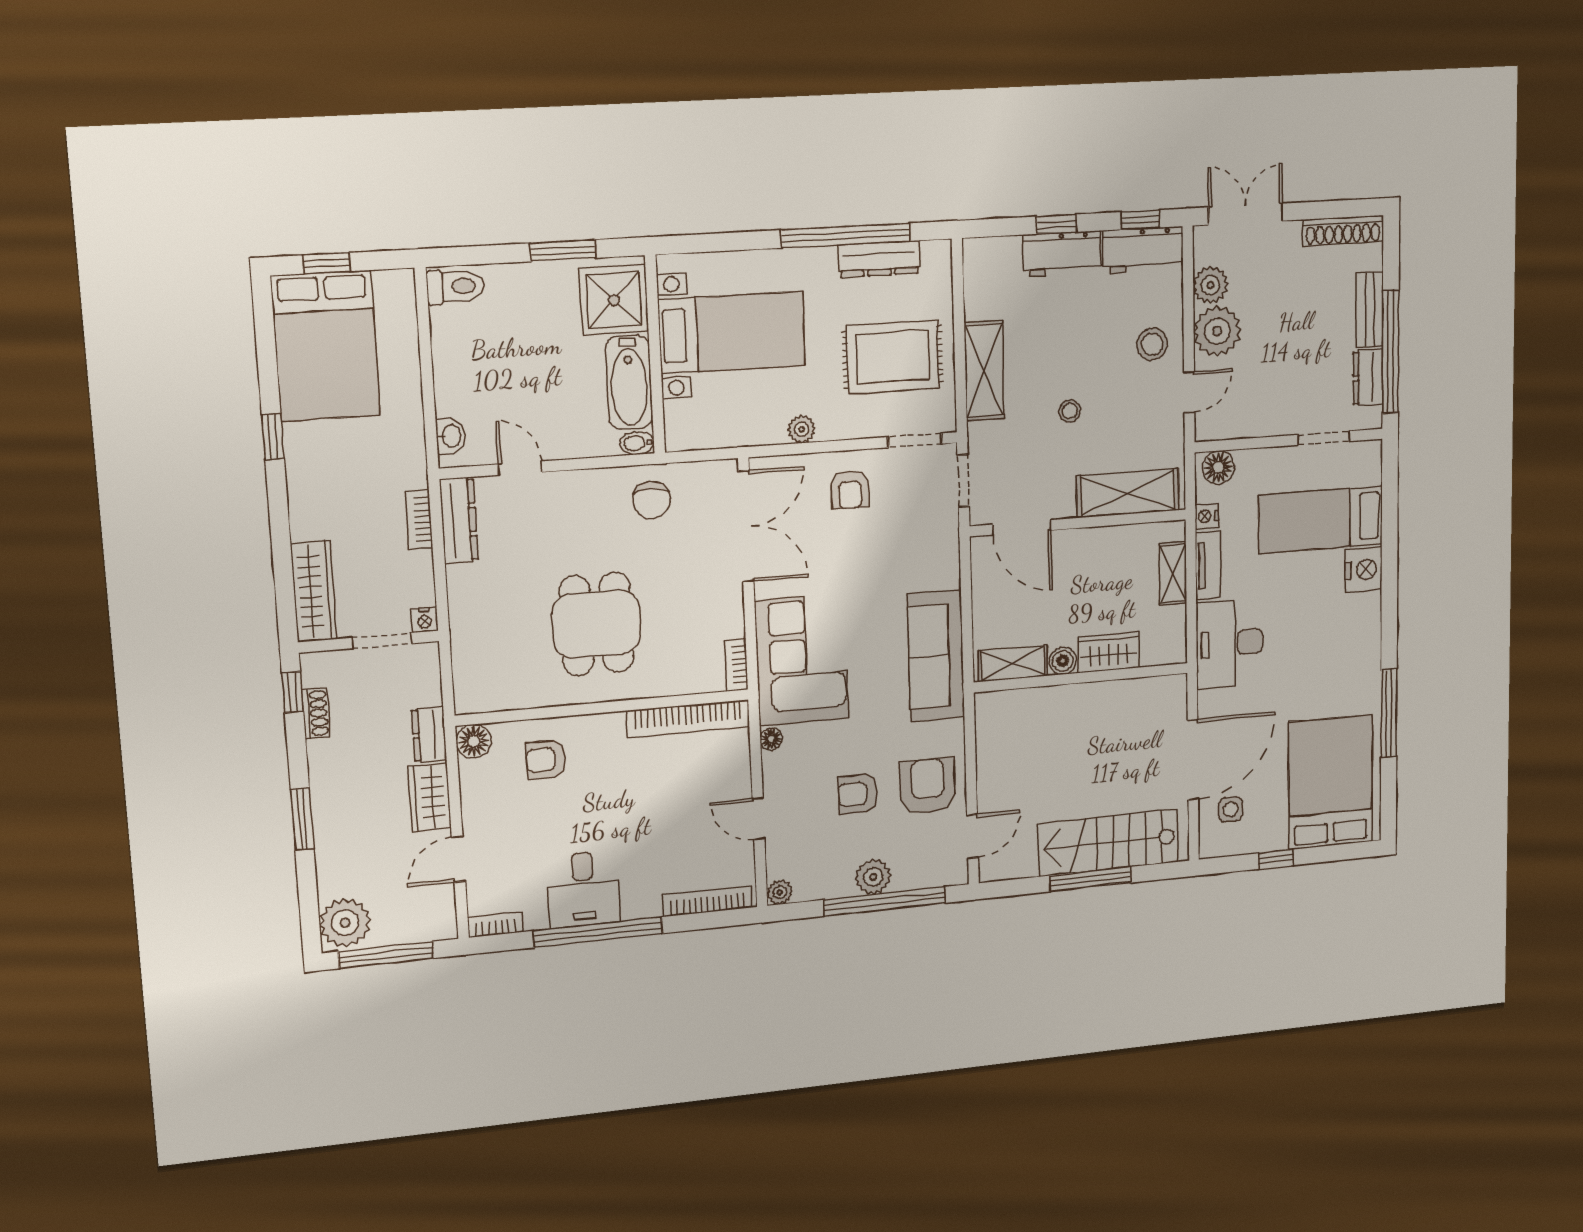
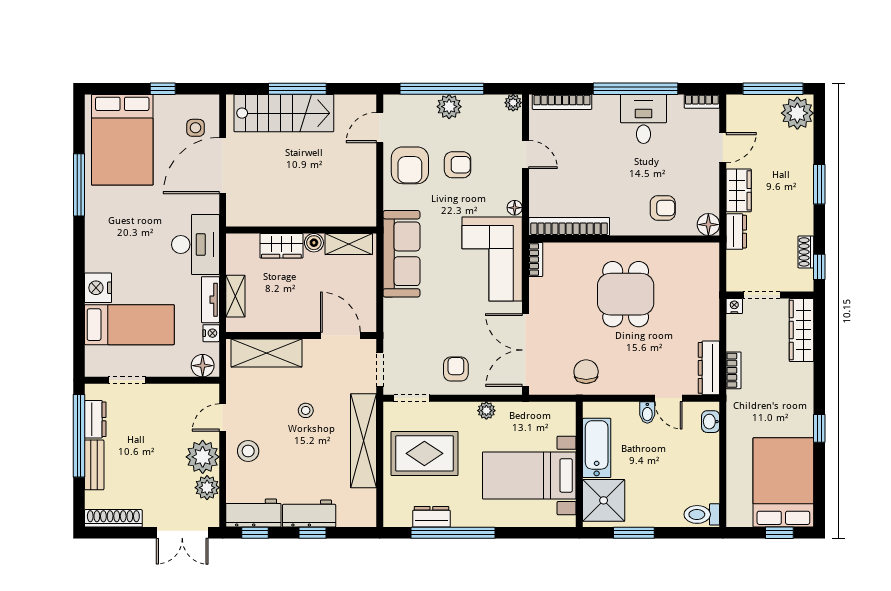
dresser: (879, 259) -> (431, 517), width x0.70
shelving: (984, 371) -> (363, 441), width x1.47
bidet: (637, 443) -> (647, 413), moved, turned 90

